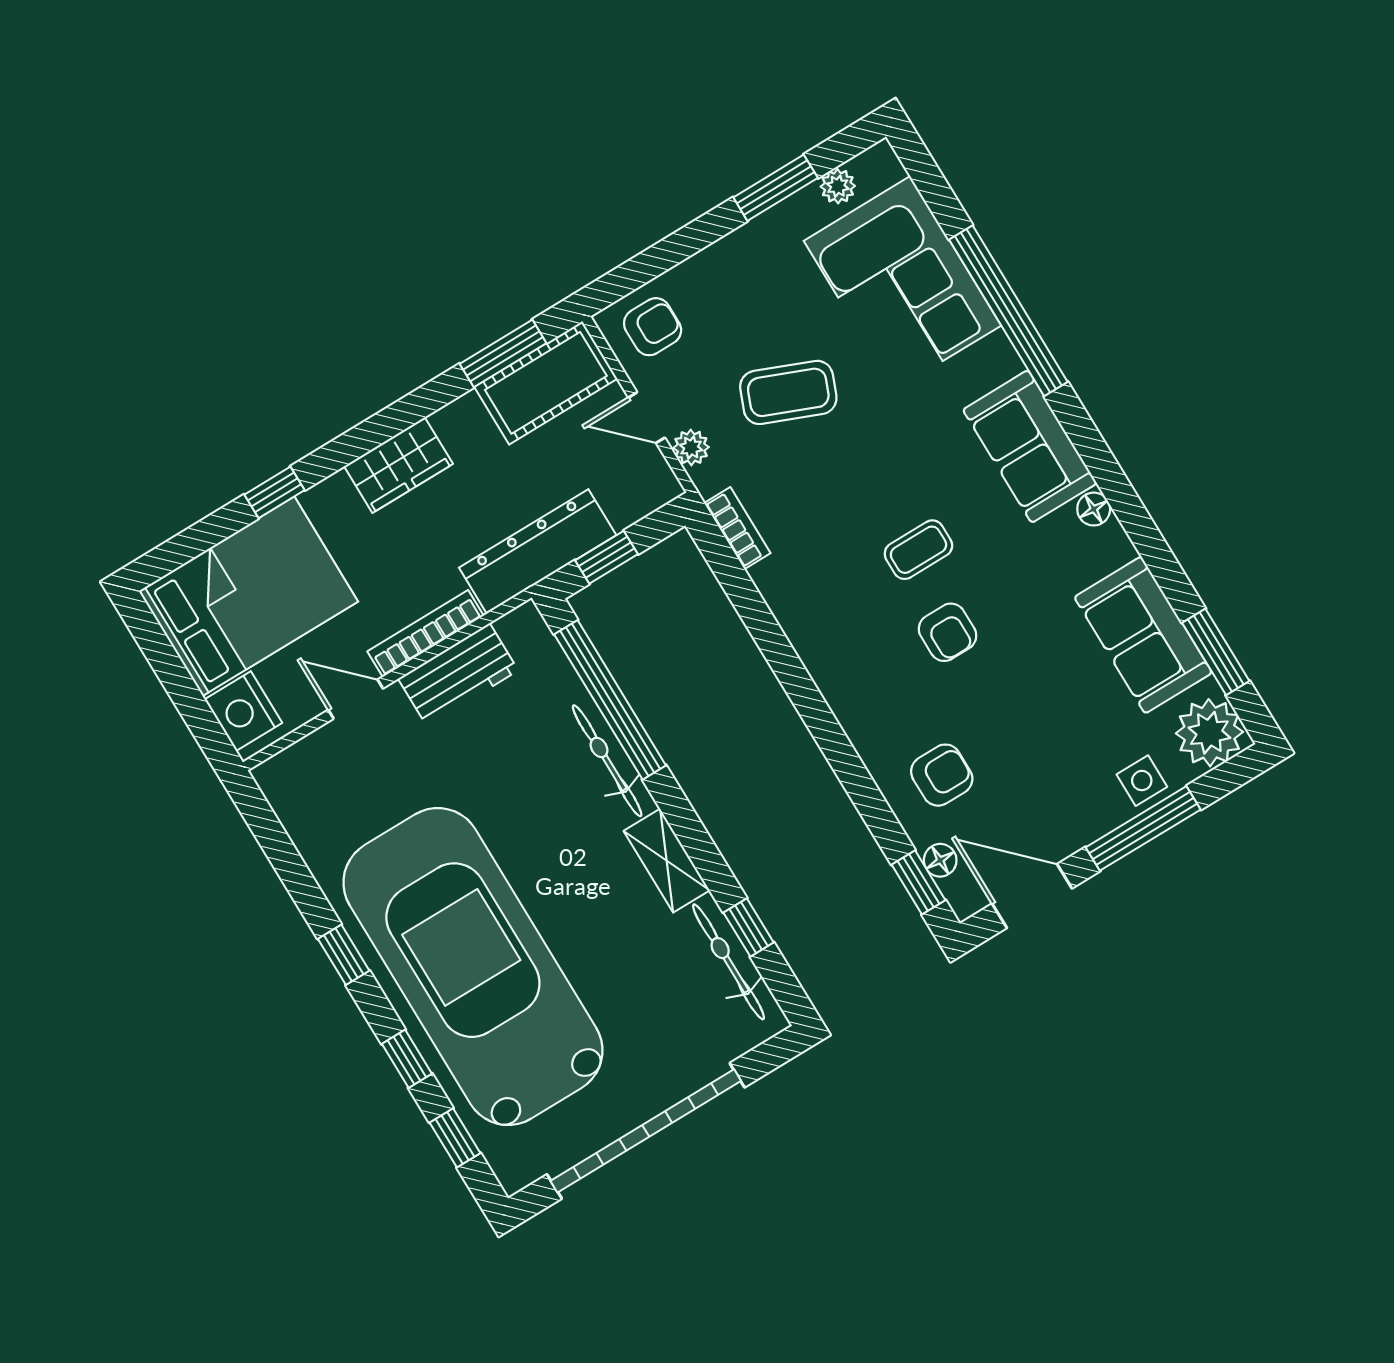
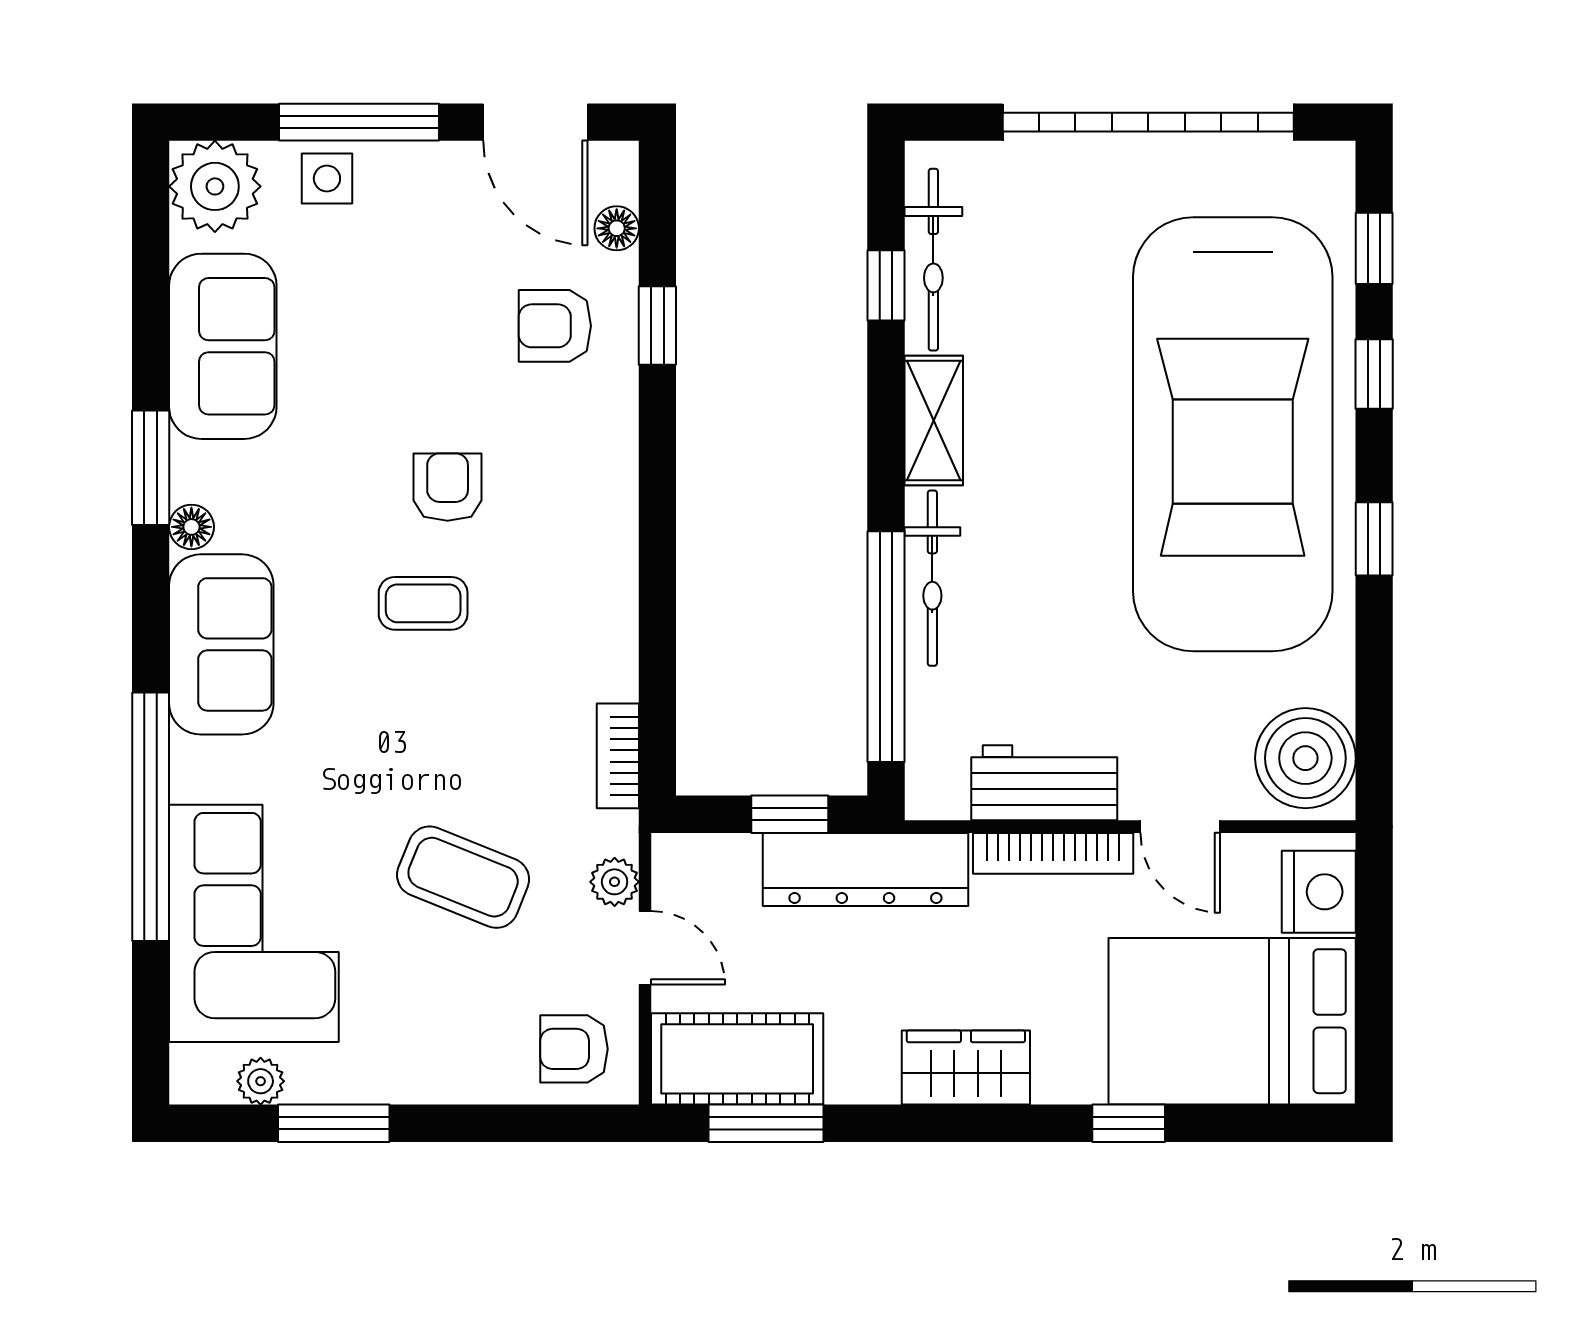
window: (1216, 652) -> (151, 468), moved
boiler: (303, 790) -> (1305, 758), added
window: (918, 882) -> (657, 325), moved

